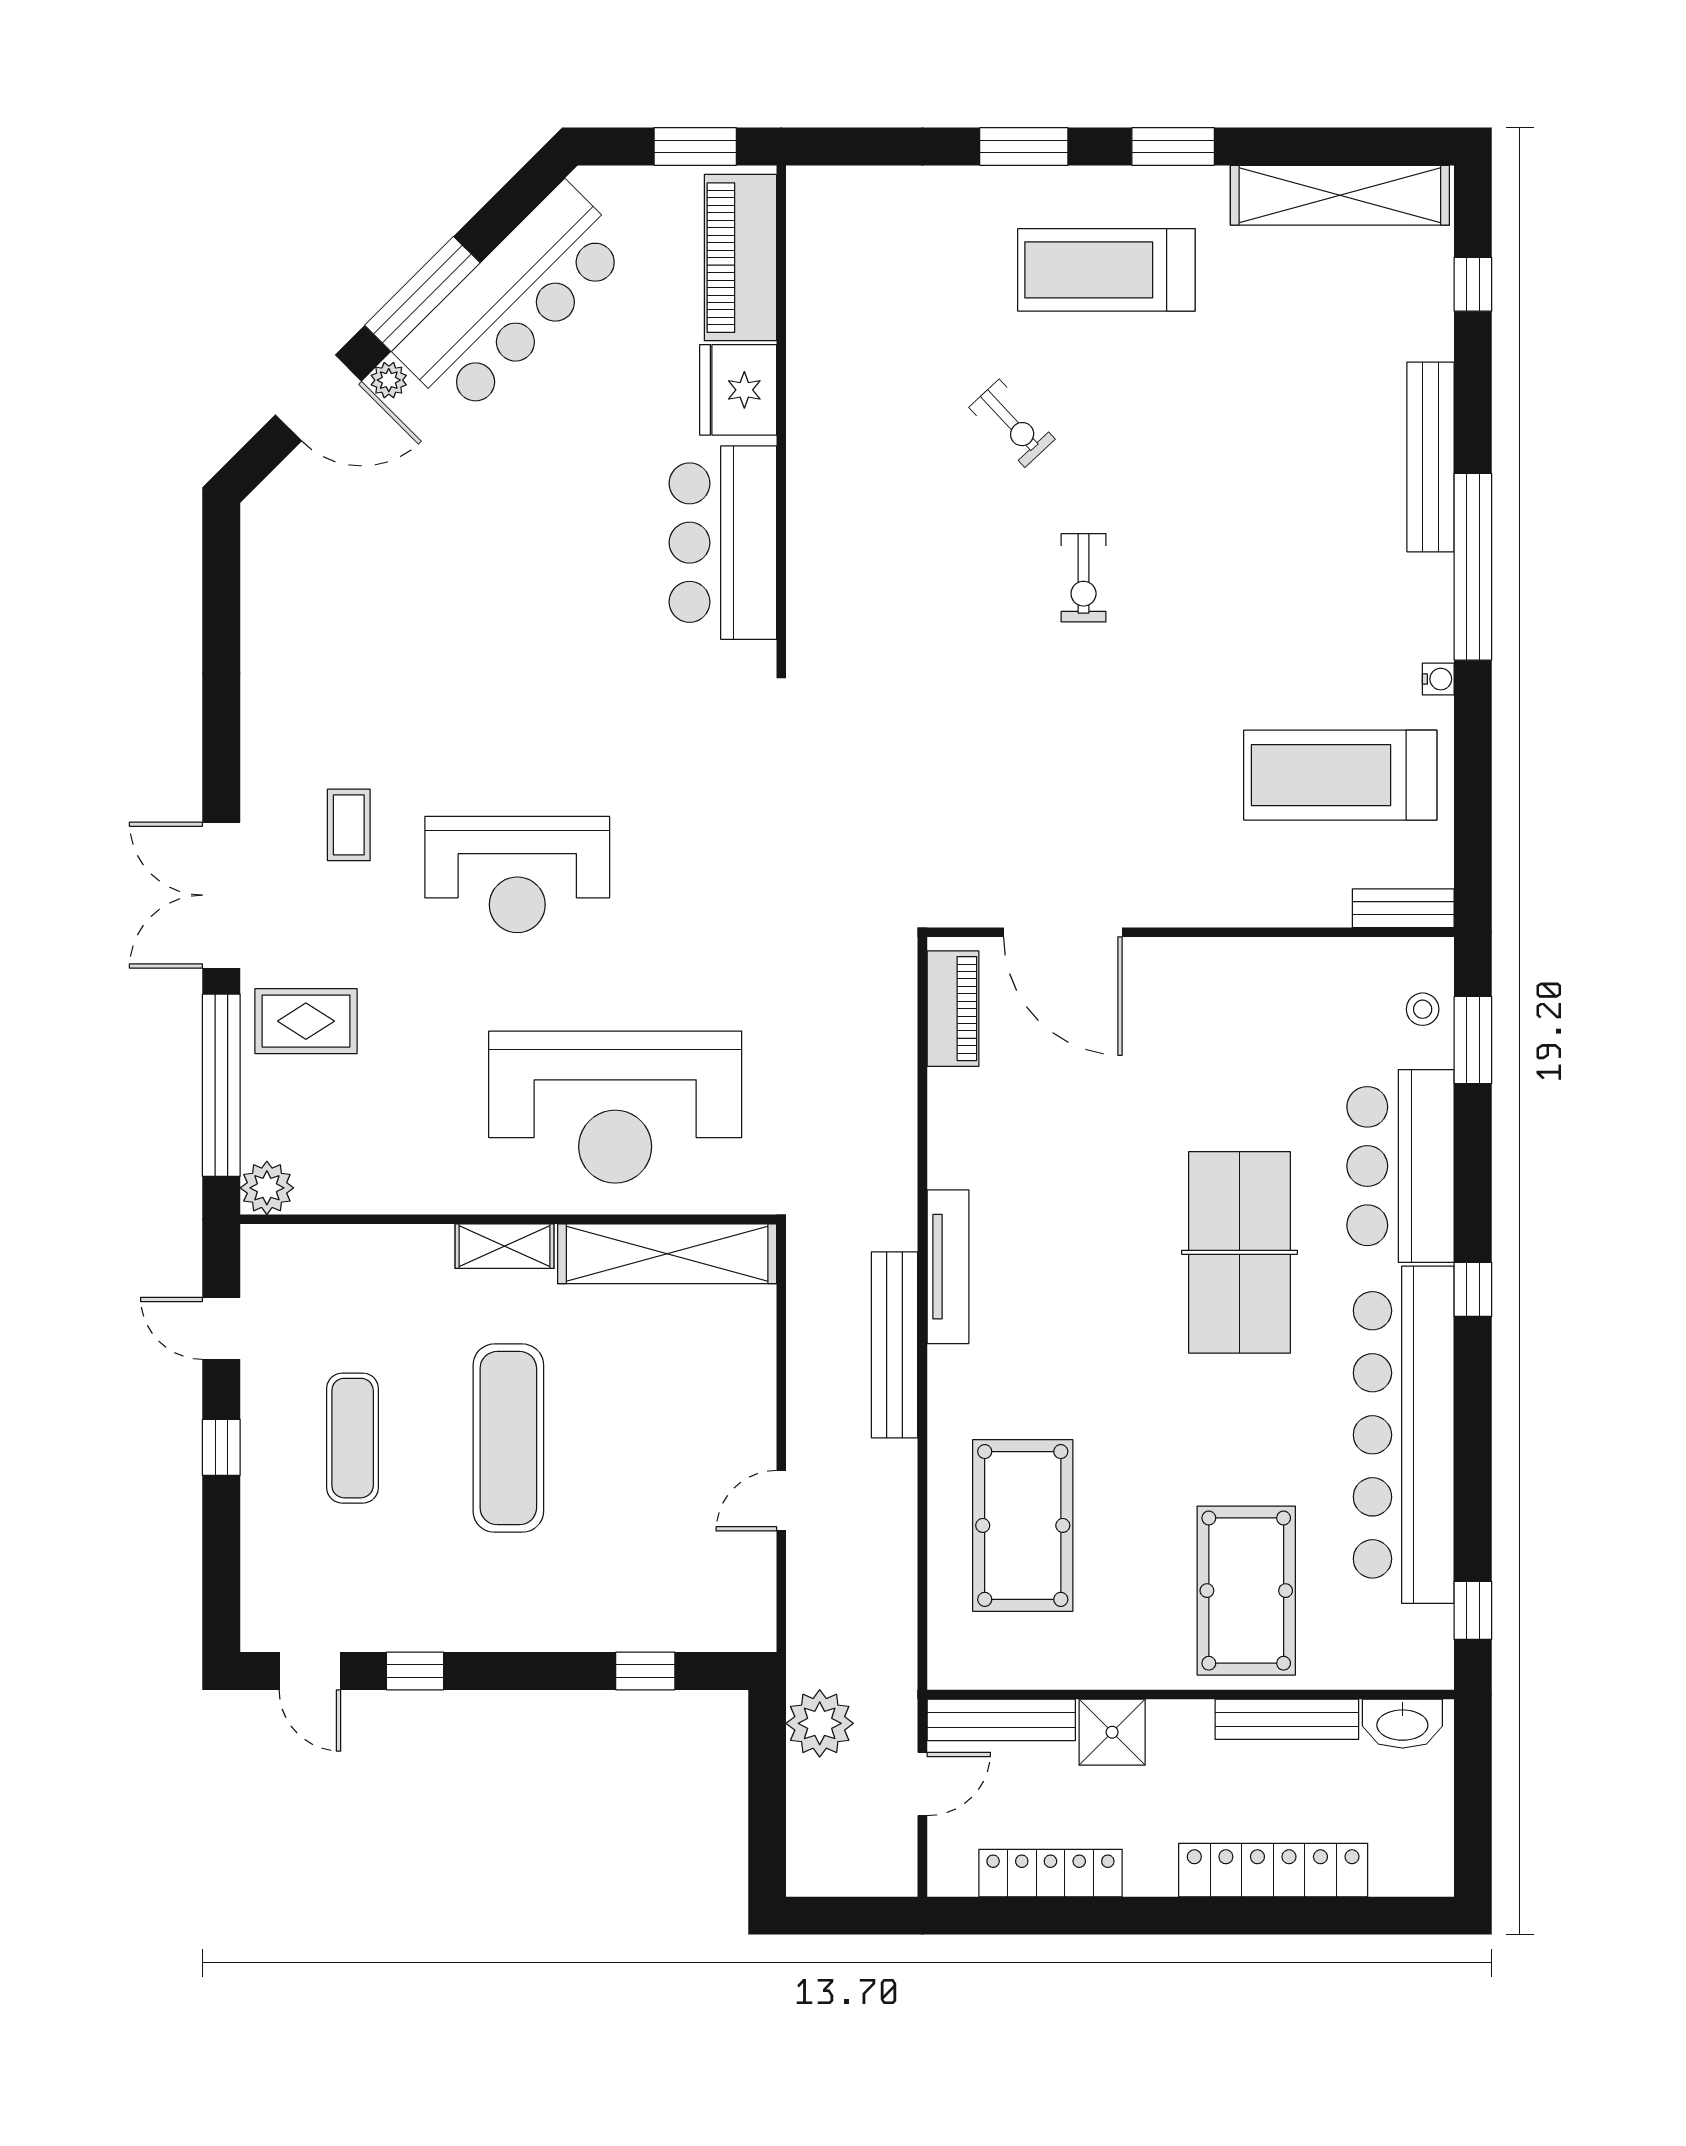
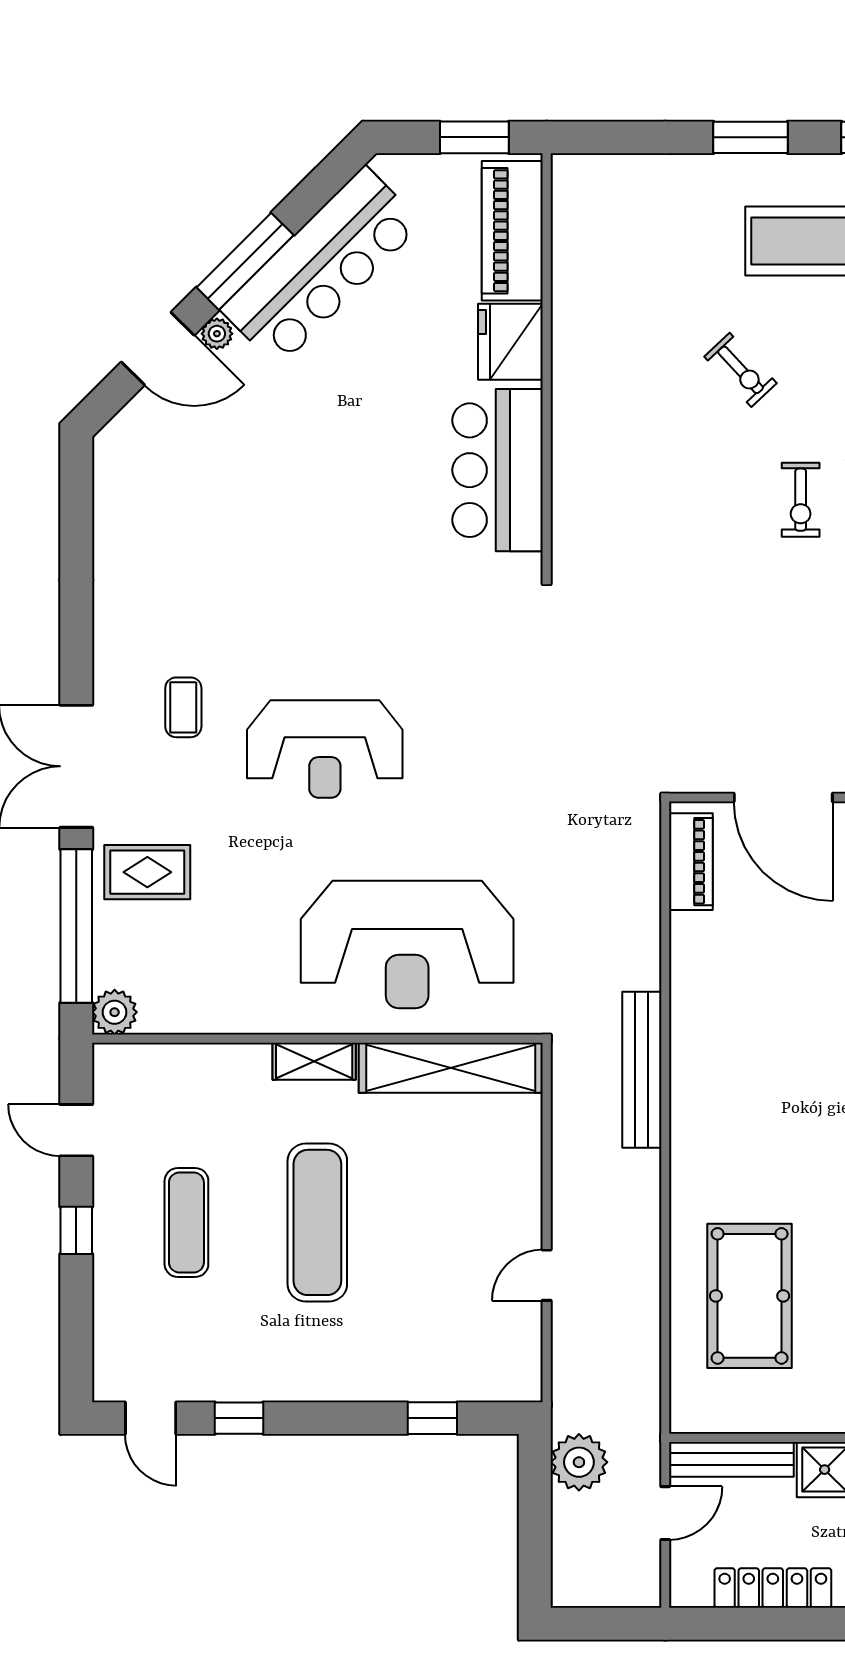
tv unit: (948, 1267) -> (687, 1079), removed
bench: (895, 1345) -> (642, 1070), moved

